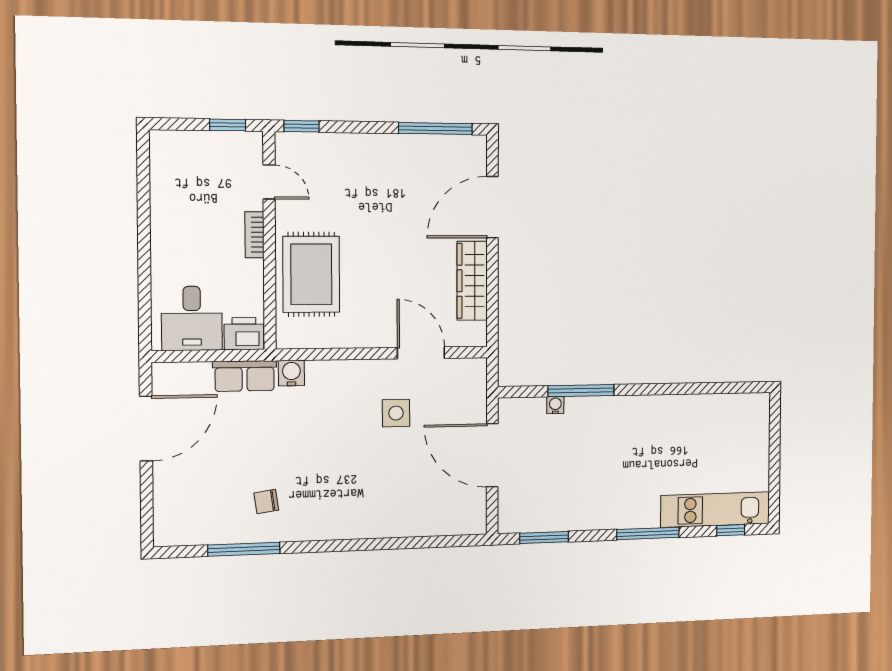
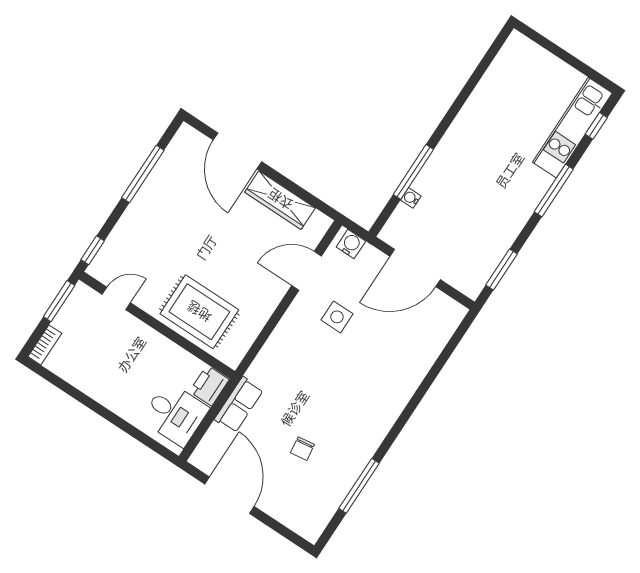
window: (228, 125) -> (59, 301), width x1.50
window: (435, 128) -> (143, 174), moved
bookcase: (254, 235) -> (45, 345), moved, turned -90
water cooler: (291, 373) -> (351, 244), moved, turned 90
chair: (266, 502) -> (303, 449), moved

